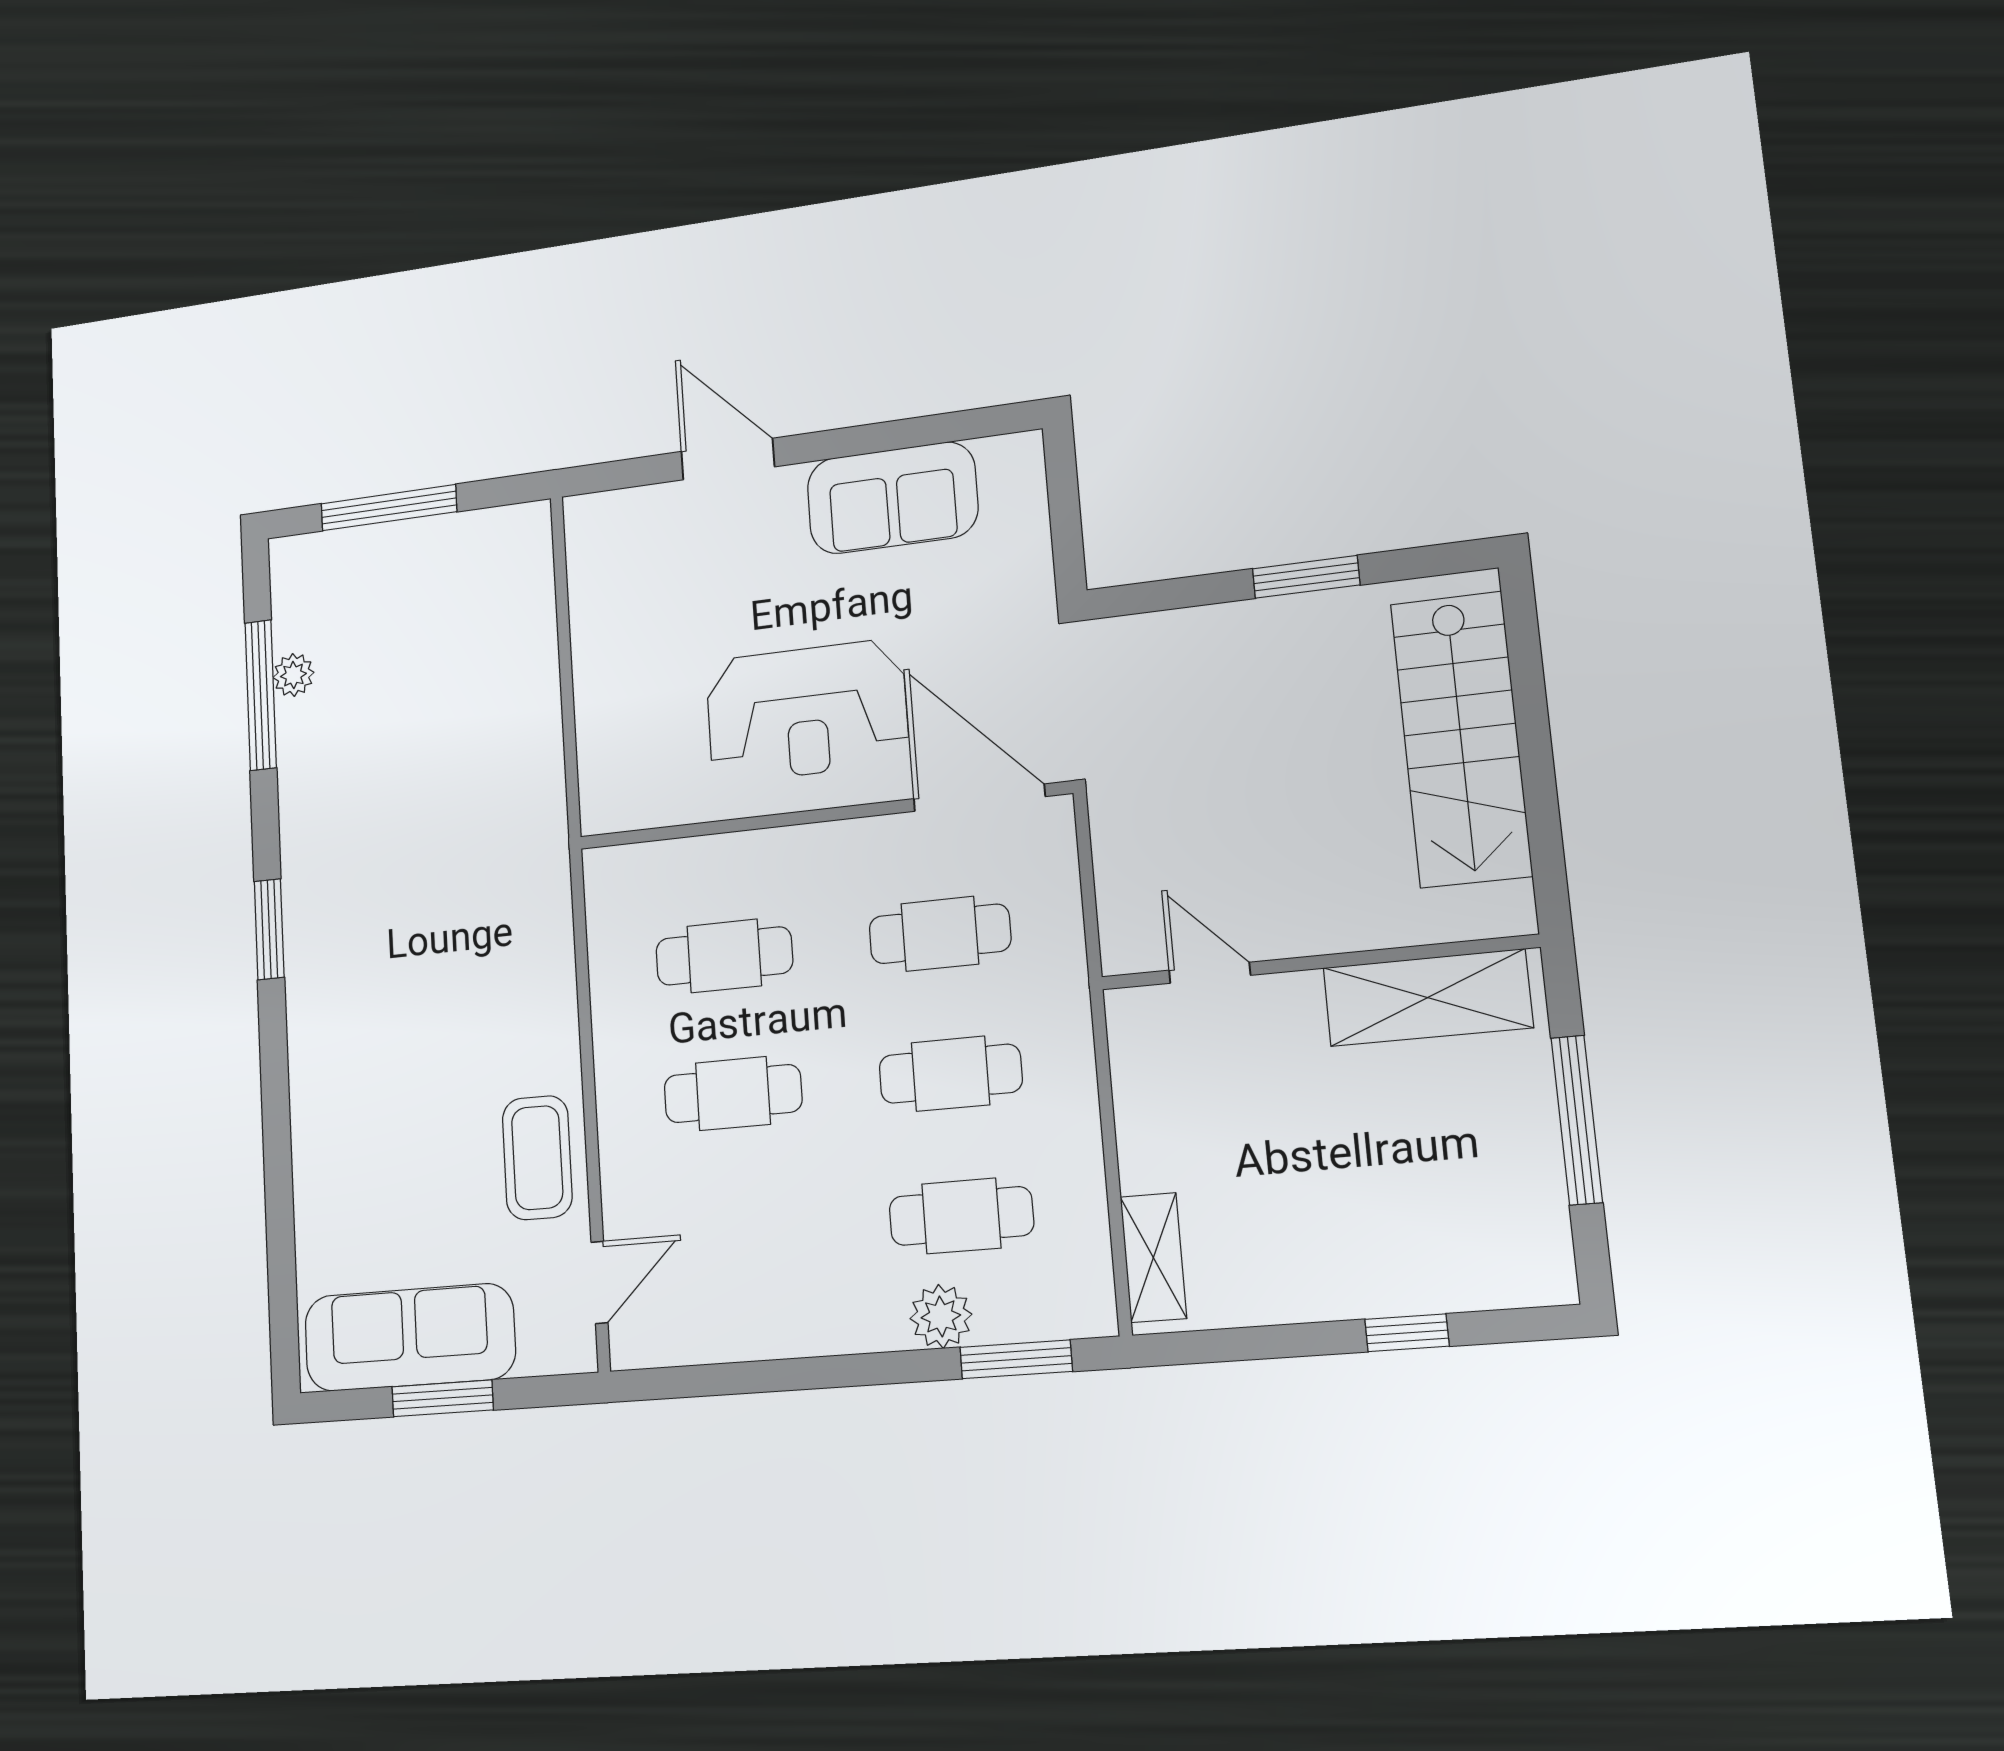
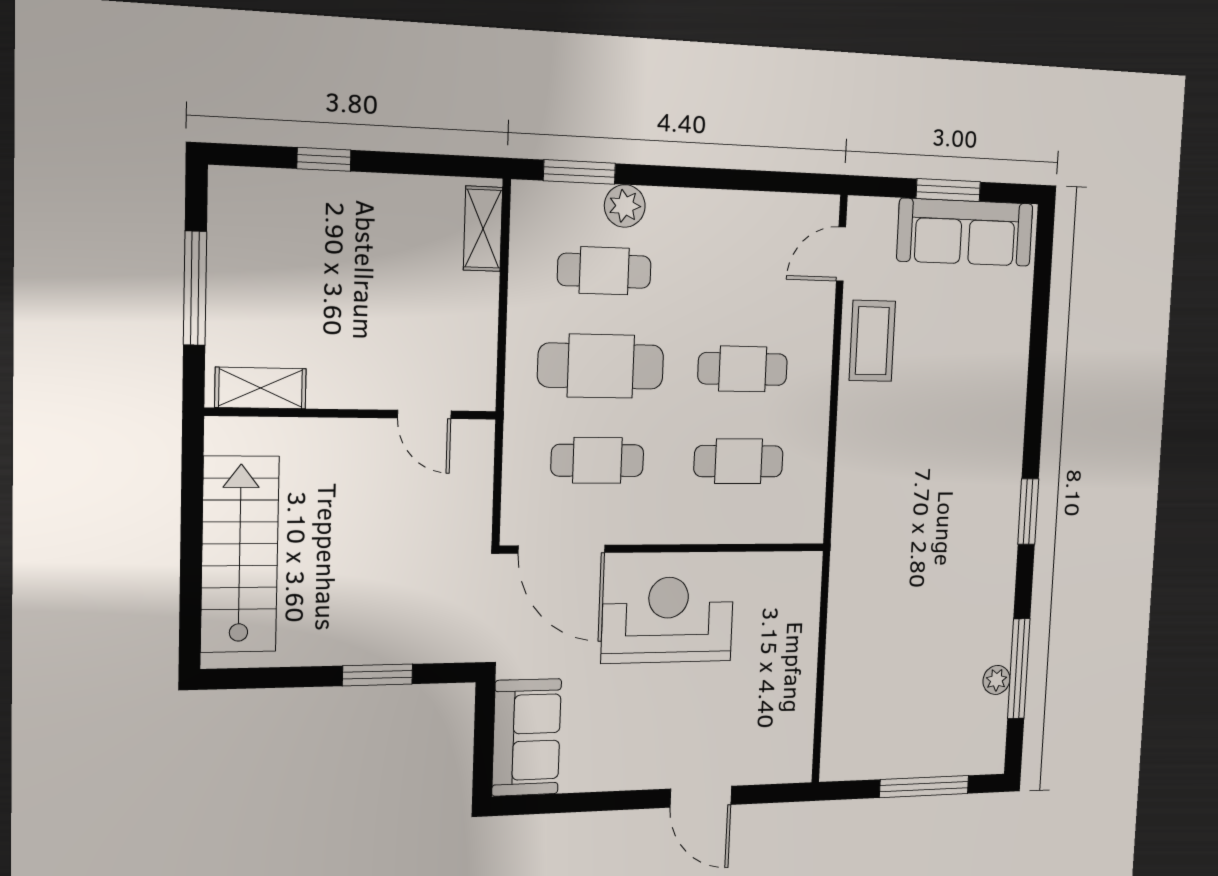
sofa: (892, 498) -> (527, 737), moved, turned 90
window: (1306, 577) -> (377, 675), moved
shelving: (1428, 998) -> (261, 388), width x0.67, depth x0.75
cafe table: (950, 1074) -> (601, 366), width x1.37, depth x1.35

